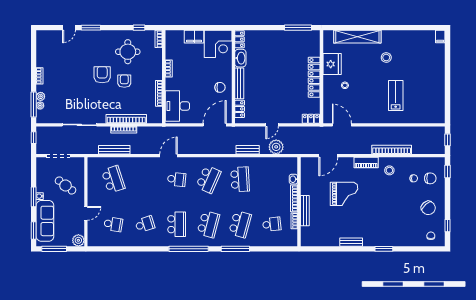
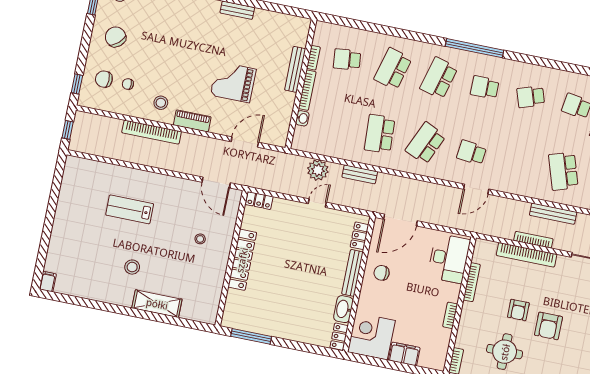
shelving: (357, 37) -> (157, 304), width x0.68
fridge: (332, 64) -> (212, 273), removed
lab bench: (396, 95) -> (130, 209), turned 90
school desk: (177, 224) -> (485, 87), width x0.54
window: (235, 249) -> (407, 34), removed

